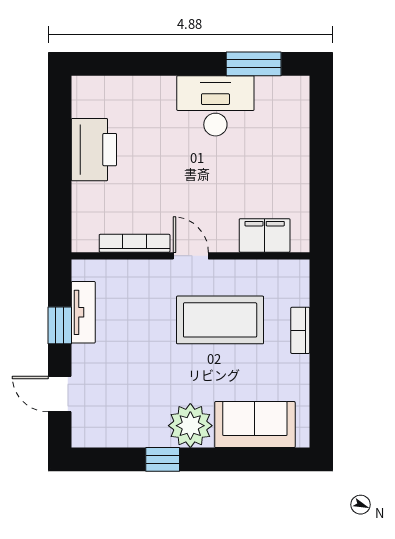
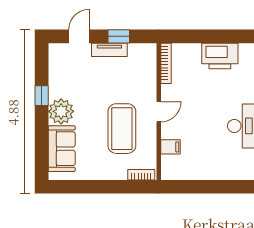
filing cabinet: (265, 235) -> (170, 147), width x0.50
bookcase: (135, 243) -> (166, 63), moved
tv unit: (83, 312) -> (109, 50), moved
bookcase: (300, 330) -> (141, 175), moved

